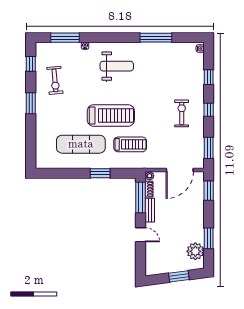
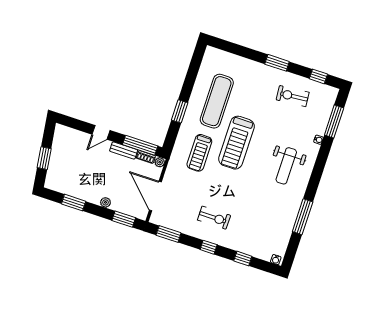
plant: (195, 251) -> (105, 202), moved, width x0.53, depth x0.53

